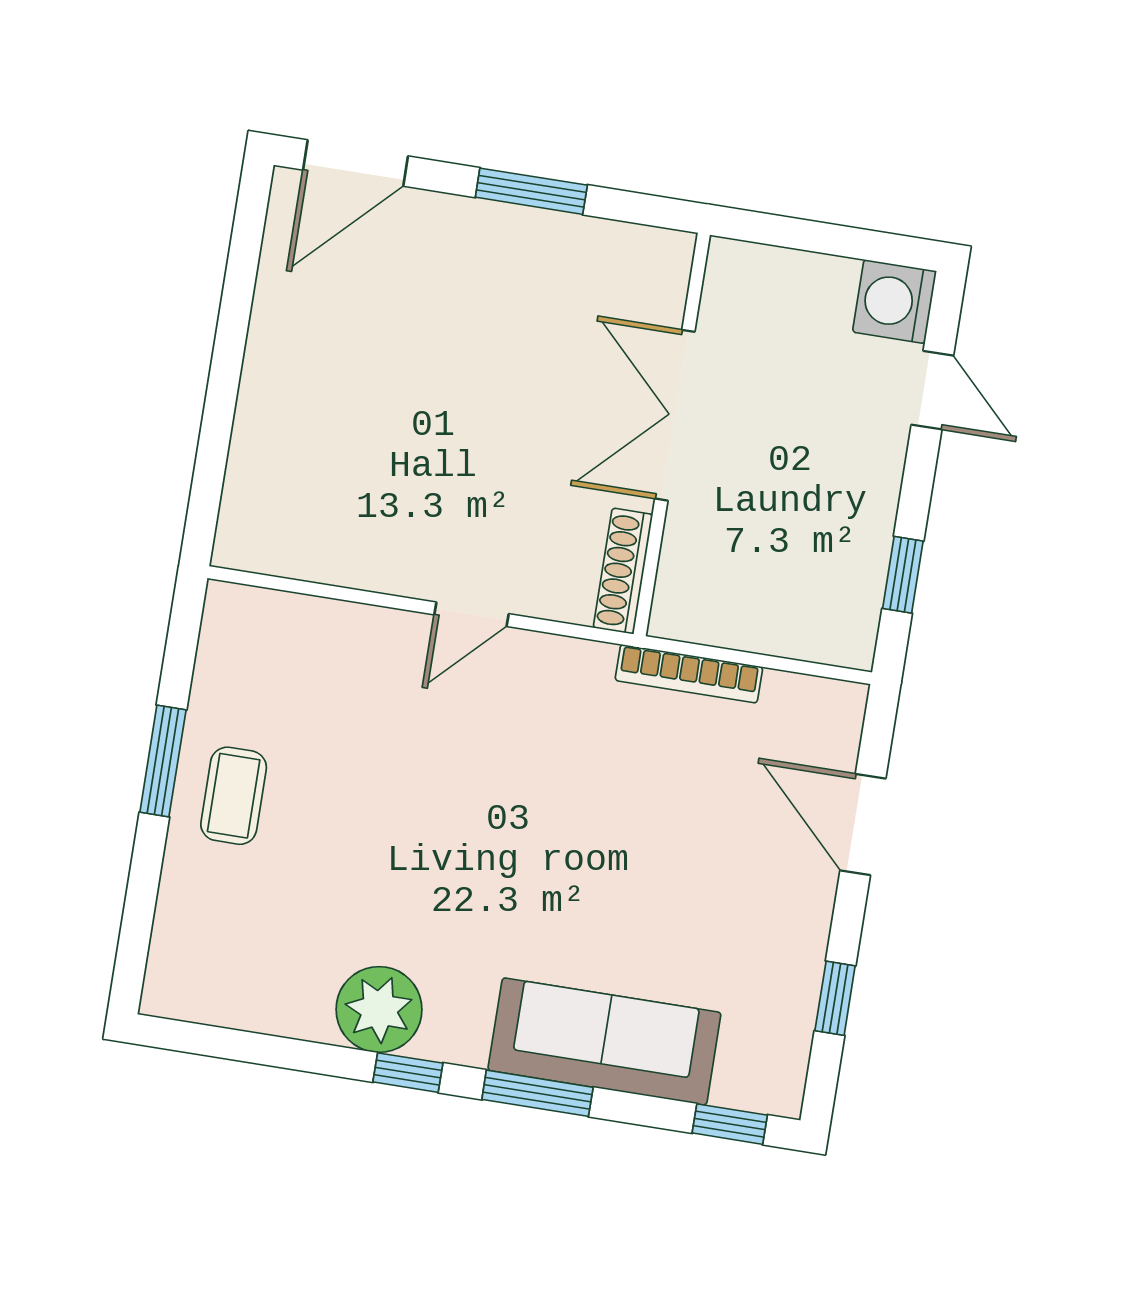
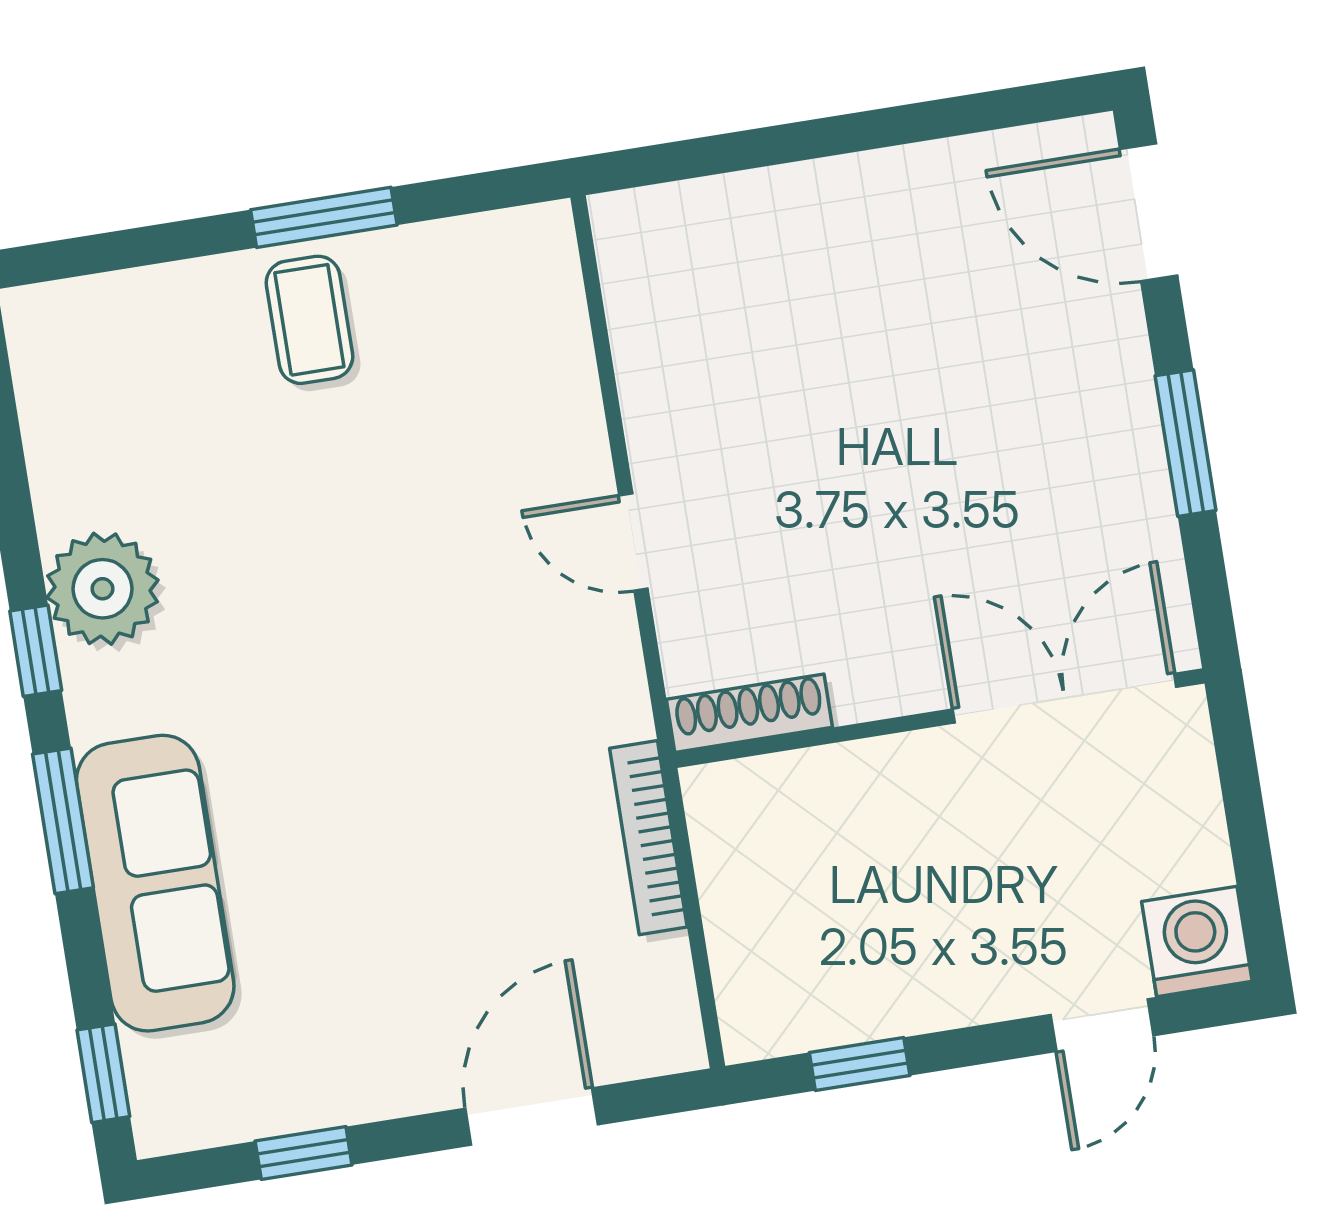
double door: (675, 415) -> (1065, 698), moved
coffee table: (234, 796) -> (309, 320), turned 90

